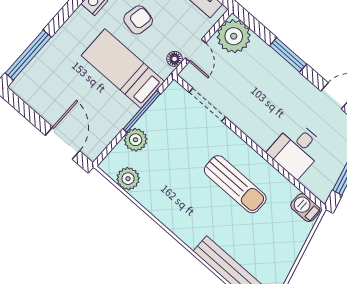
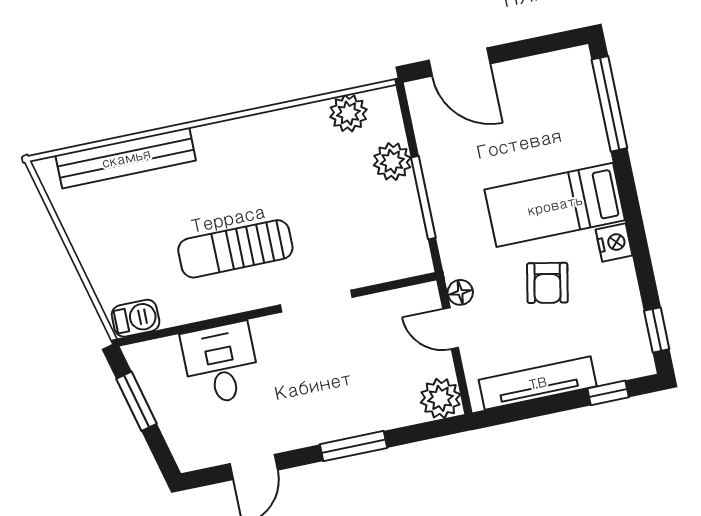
plant: (234, 36) -> (440, 398), width x0.73, depth x0.73
bed: (123, 69) -> (555, 205), moved, turned 180
doorway: (207, 105) -> (316, 301), moved

